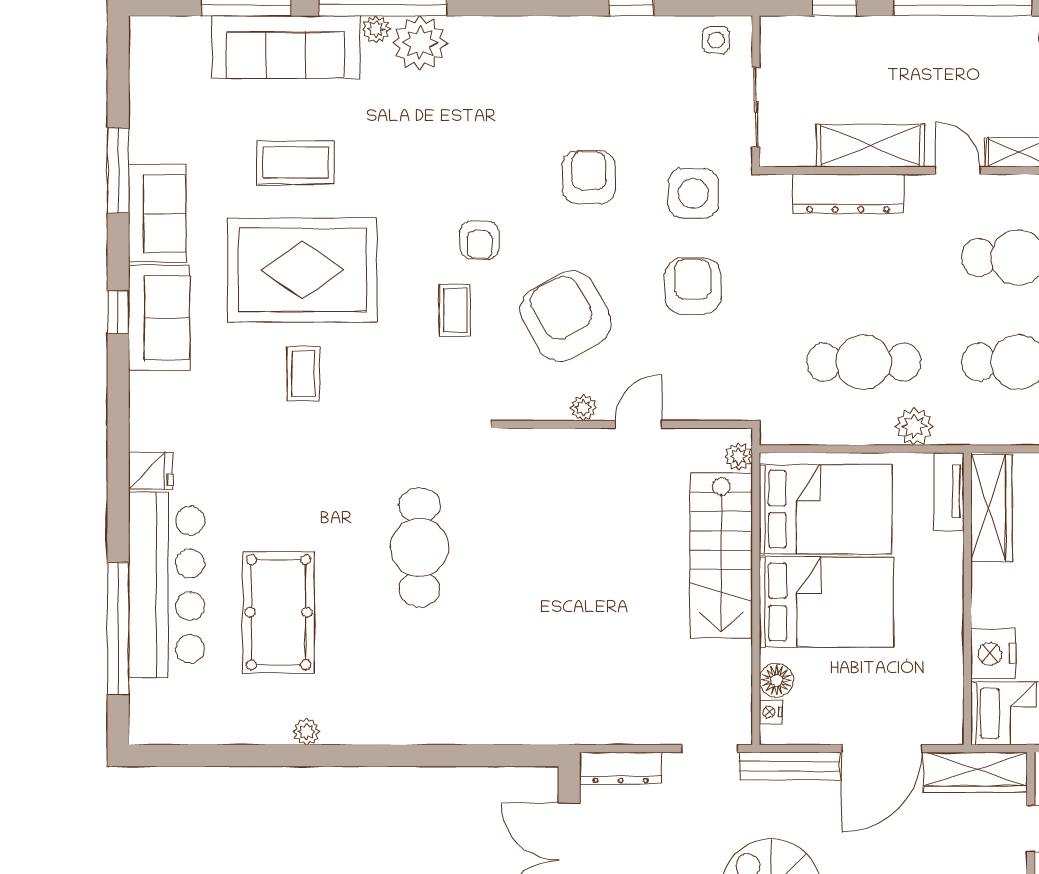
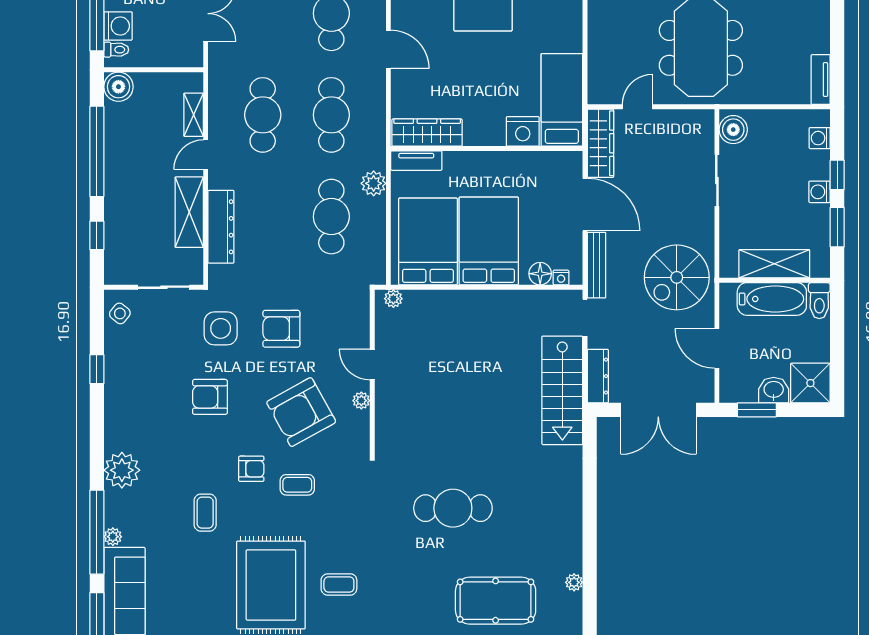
side table: (716, 40) -> (120, 313), turned 38
plant: (420, 43) -> (122, 470), moved
coffee table: (295, 163) -> (205, 513), moved, width x0.73, depth x0.77
stairs: (721, 556) -> (562, 390), moved, turned 90

